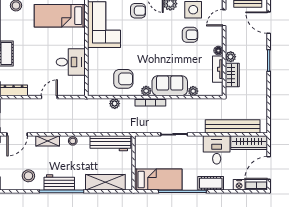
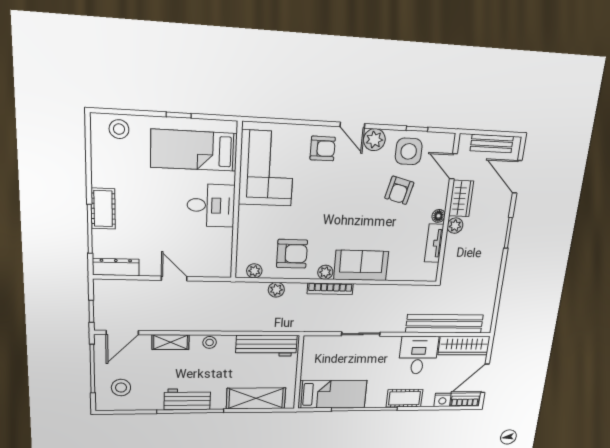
door: (224, 18) -> (453, 166), hinge flipped
armchair: (190, 35) -> (399, 190), turned 104
desk: (71, 62) -> (211, 205), moved
wardrobe: (232, 75) -> (461, 199), moved
plant: (193, 91) -> (254, 271), moved
door: (49, 97) -> (174, 278), hinge flipped
stool: (28, 176) -> (121, 388), moved

